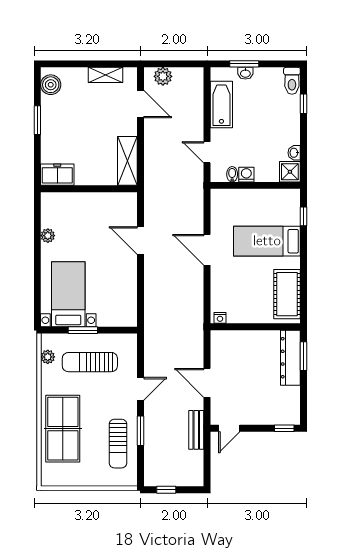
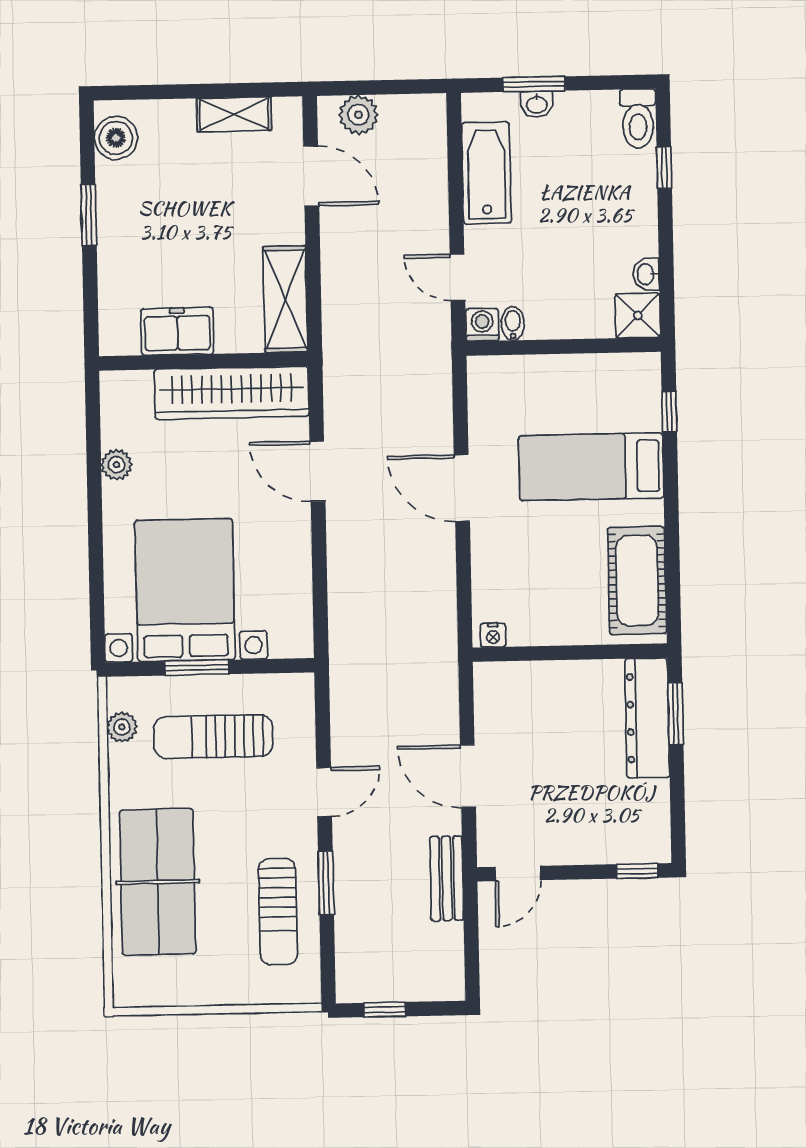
freezer: (57, 175) -> (177, 331), moved
washing machine: (246, 175) -> (482, 325), moved
wardrobe: (102, 204) -> (232, 393), added
bed with nightstands: (68, 294) -> (185, 590), width x1.36

